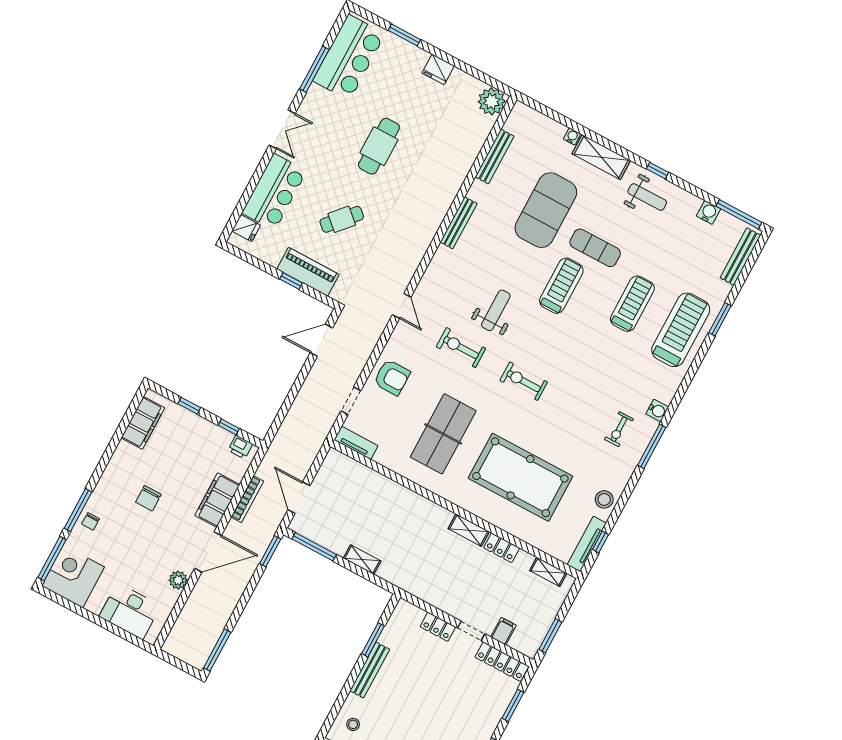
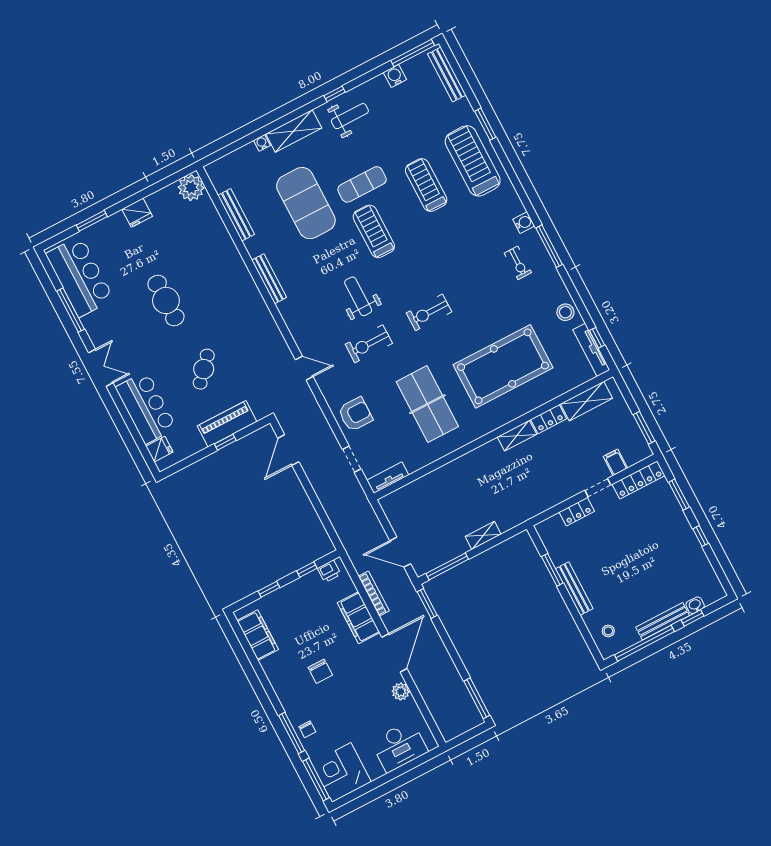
shelving: (548, 572) -> (586, 401), width x1.50, depth x1.33

